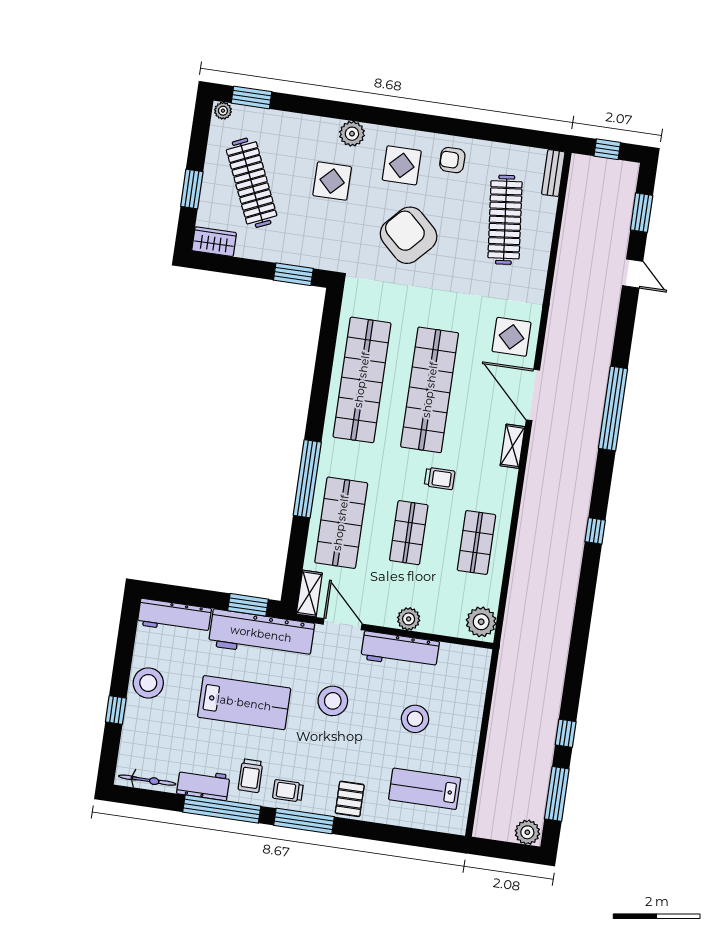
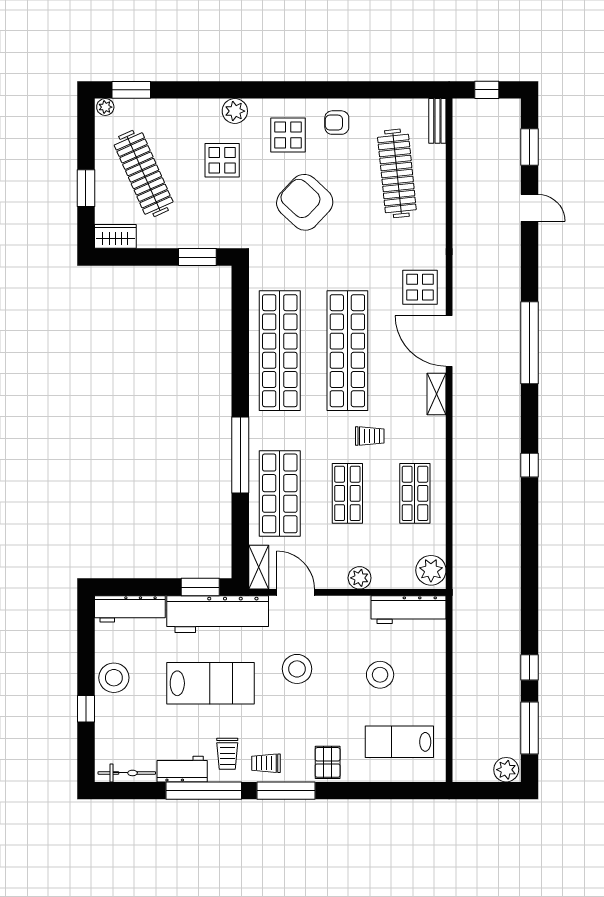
workbench: (400, 650) -> (409, 610), moved

